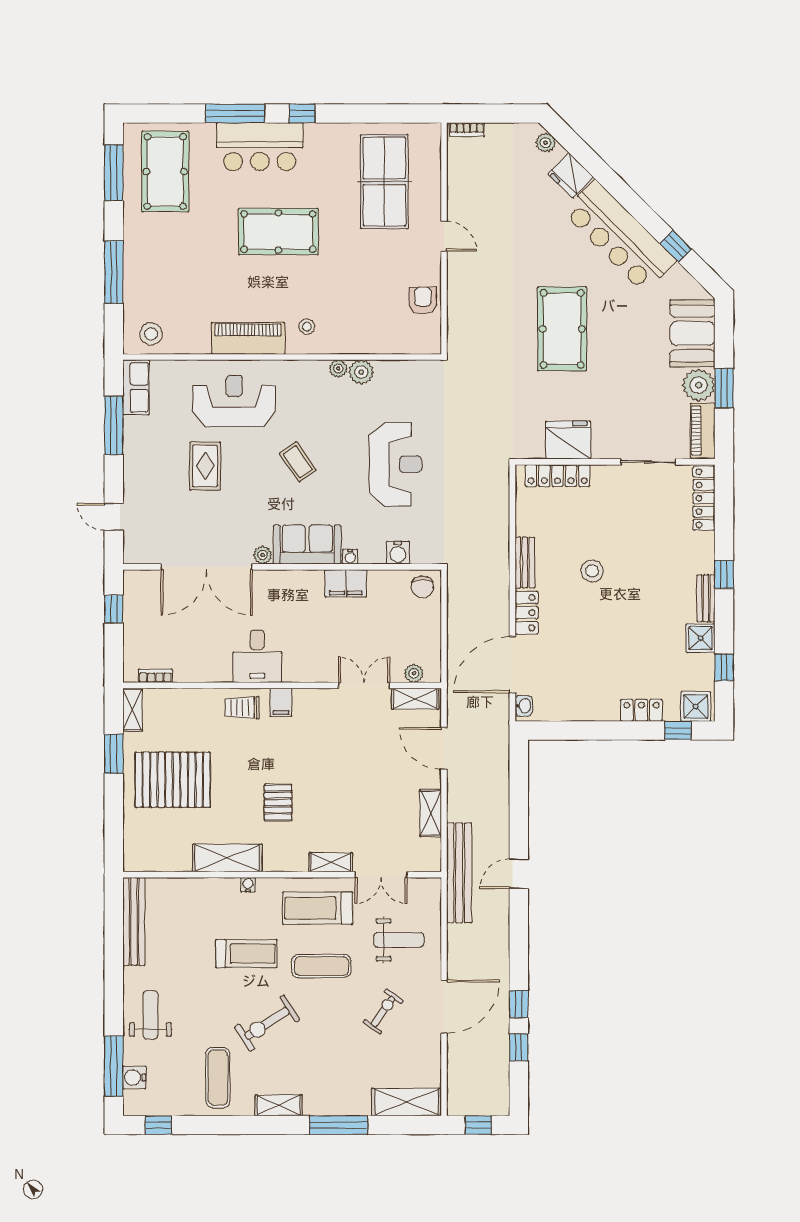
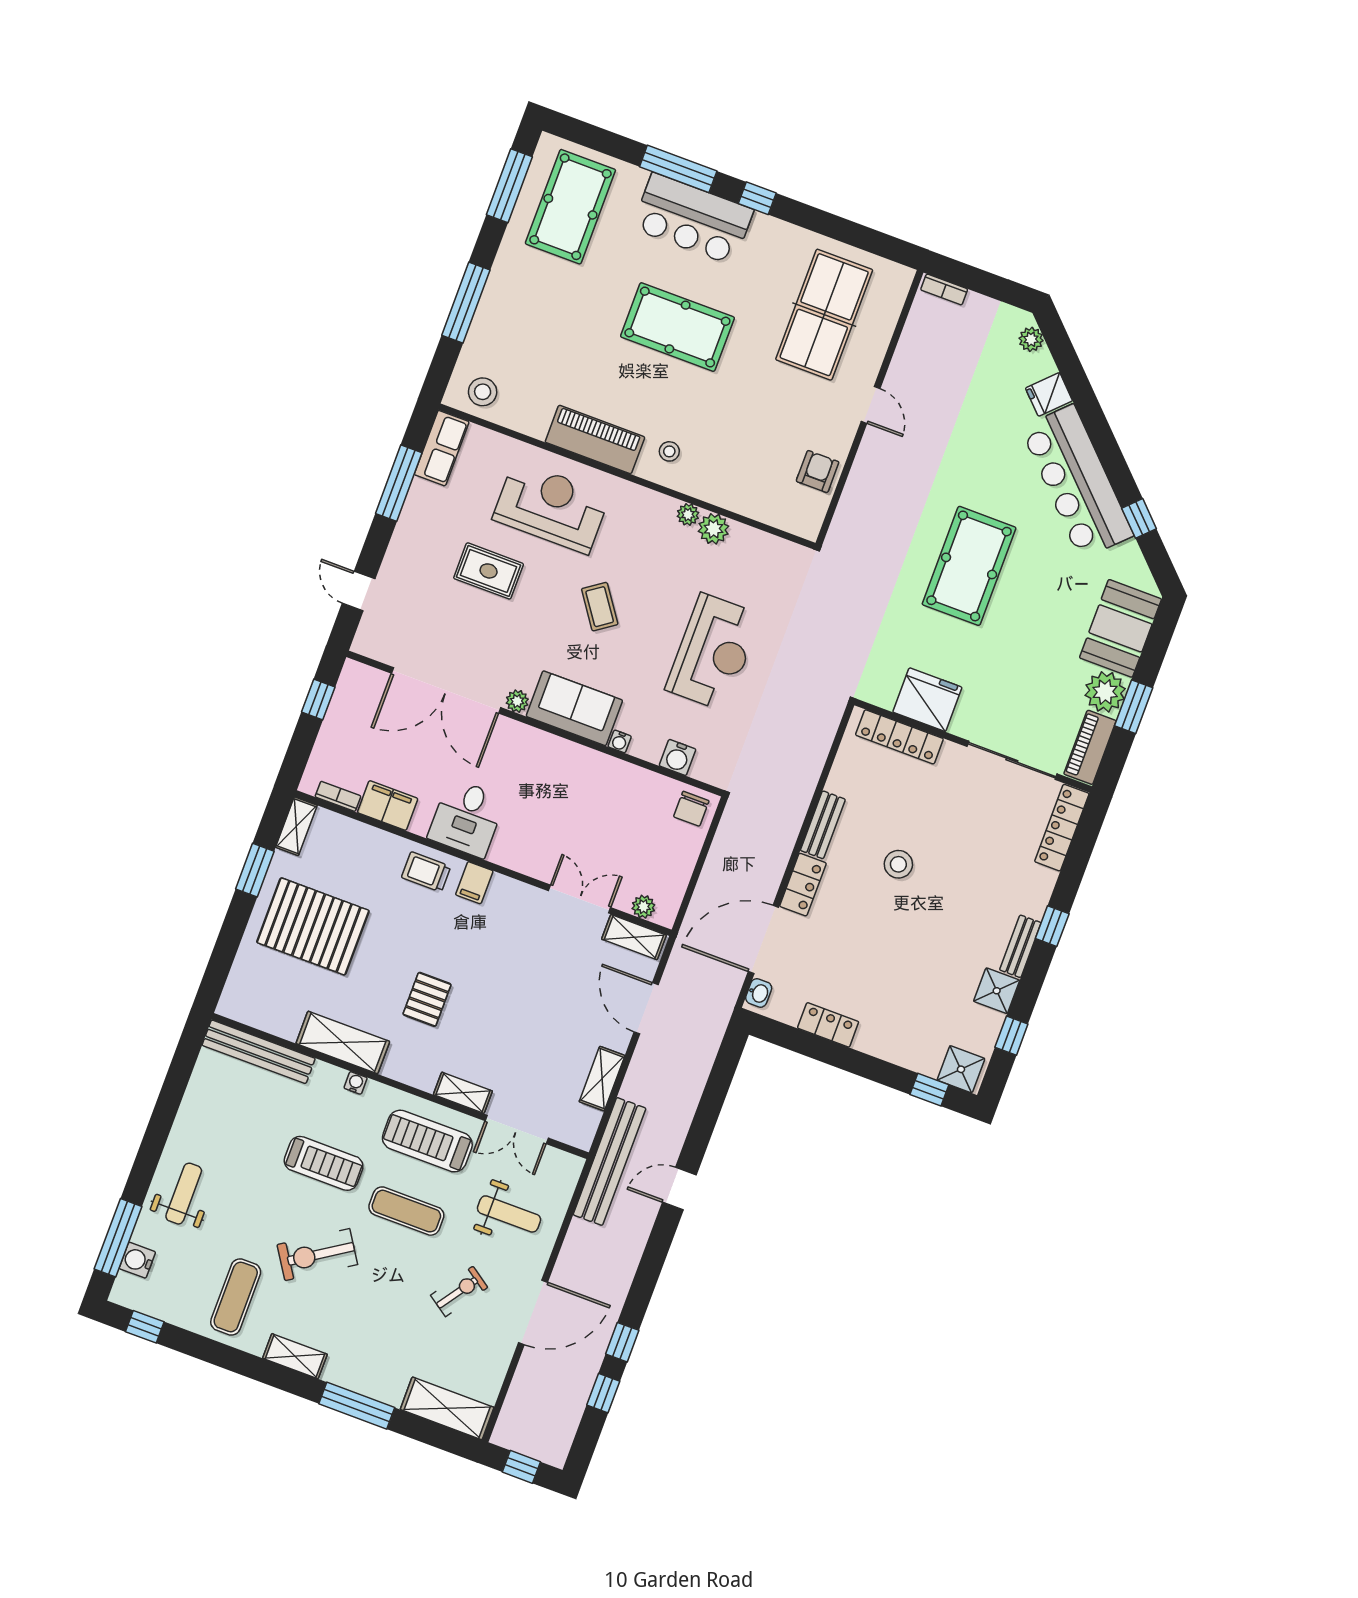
fridge: (571, 175) -> (1049, 394), width x0.72
sliding door: (648, 462) -> (1012, 760), width x1.37
rug: (205, 466) -> (489, 571), turned 90
filing cabinet: (346, 583) -> (388, 805), moved, turned 180
locker: (641, 710) -> (828, 1025), moved
bench: (134, 921) -> (259, 1052), moved, turned 90

